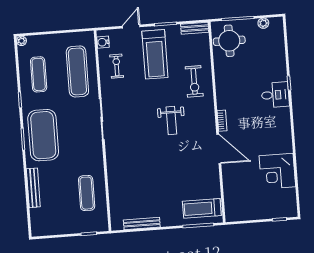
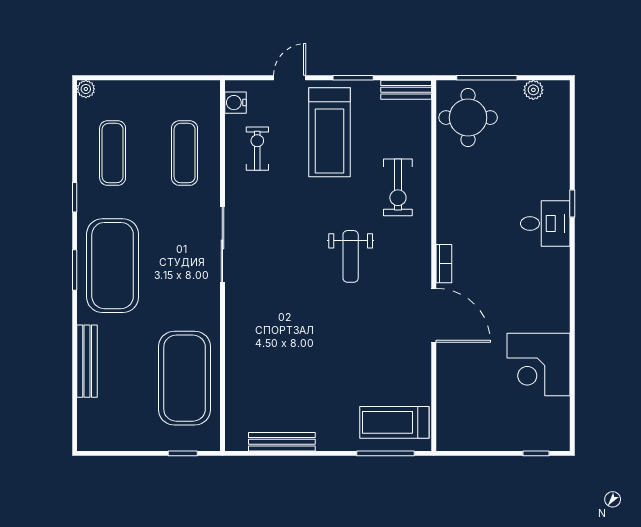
exercise mat: (77, 71) -> (185, 153), width x0.73, depth x0.69
exercise mat: (87, 193) -> (185, 378), width x2.00, depth x1.45

